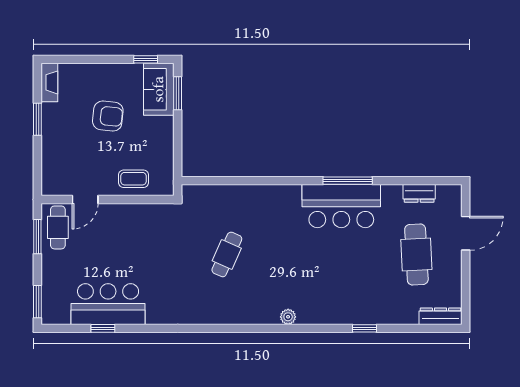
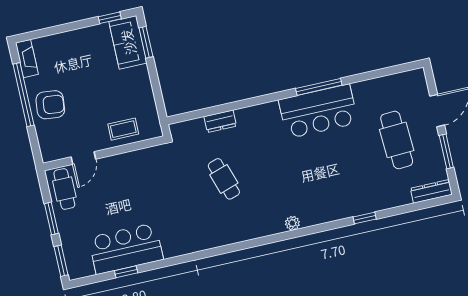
armchair: (108, 116) -> (50, 105), moved
window: (37, 119) -> (24, 95), width x2.11
dresser: (419, 193) -> (220, 121), moved
window: (37, 237) -> (51, 218), moved
cafe table: (227, 254) -> (224, 179), turned -42
window: (466, 278) -> (446, 151), added

